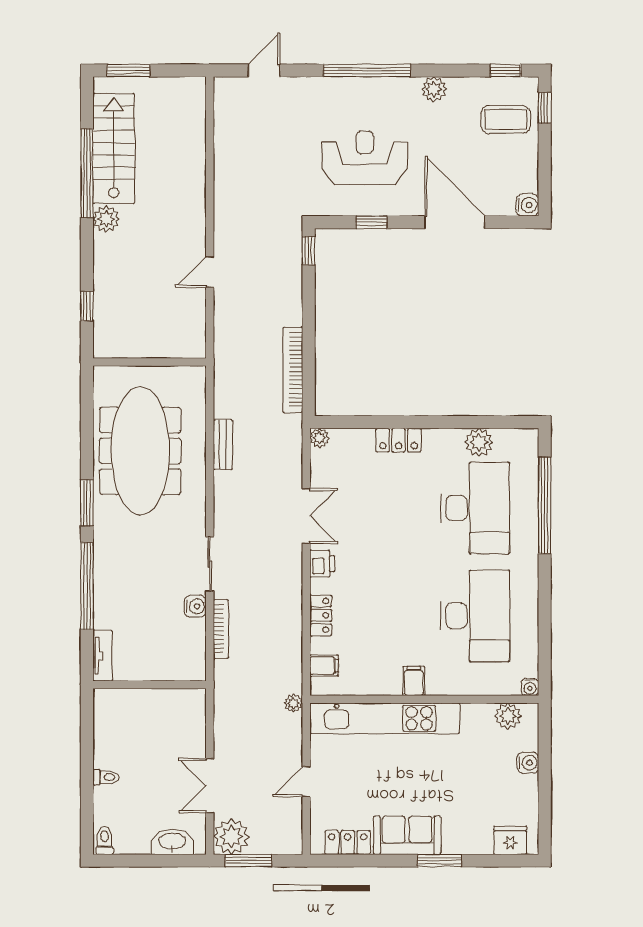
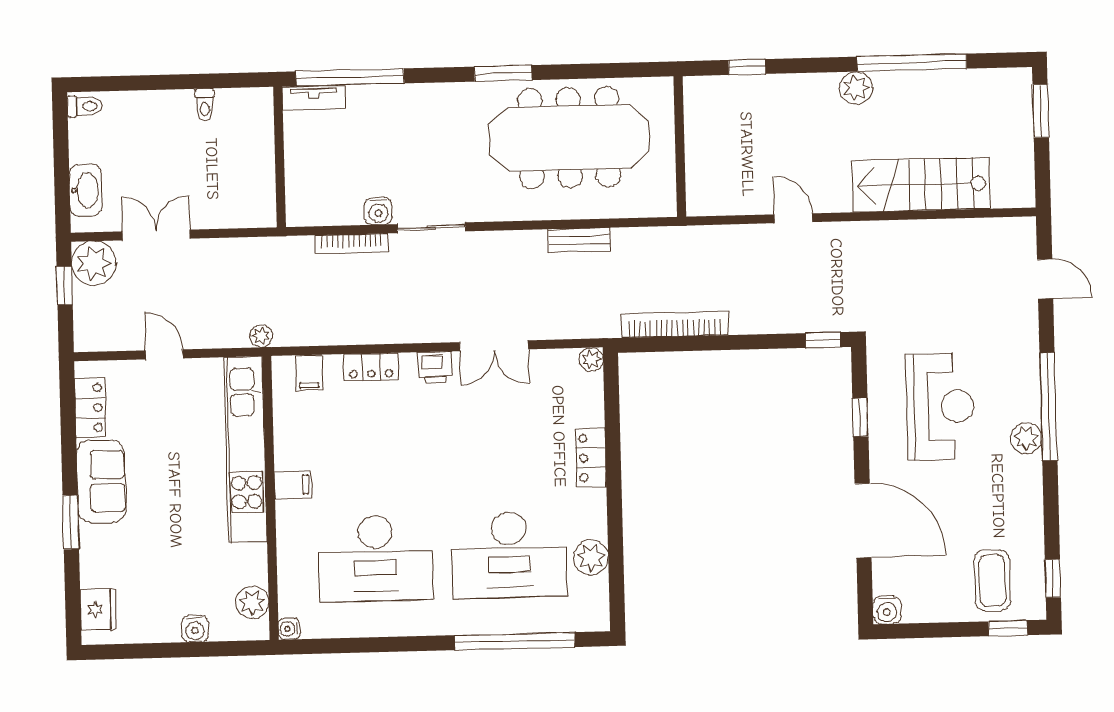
plant: (434, 89) -> (1026, 438), moved
stairs: (114, 149) -> (921, 185), moved, turned 180
door: (455, 222) -> (863, 521), hinge flipped
window: (87, 586) -> (350, 77), moved
toilet: (106, 777) -> (205, 105), moved
window: (249, 861) -> (65, 285), width x0.67

